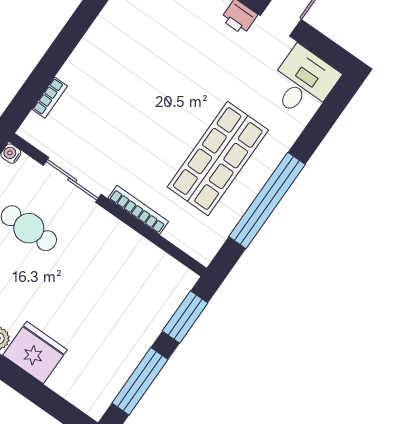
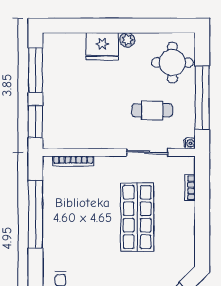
shop shelf: (218, 159) -> (137, 217), moved
bookcase: (138, 210) -> (73, 161), moved

